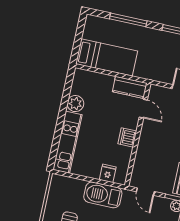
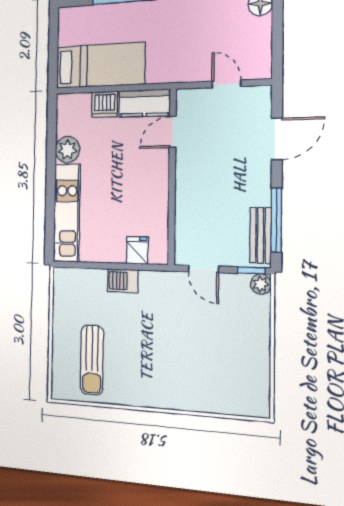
door: (143, 109) -> (173, 132), swing flipped
dishwasher: (127, 137) -> (105, 104), moved, turned -90
barbecue: (103, 195) -> (123, 281), width x0.53, depth x0.65

